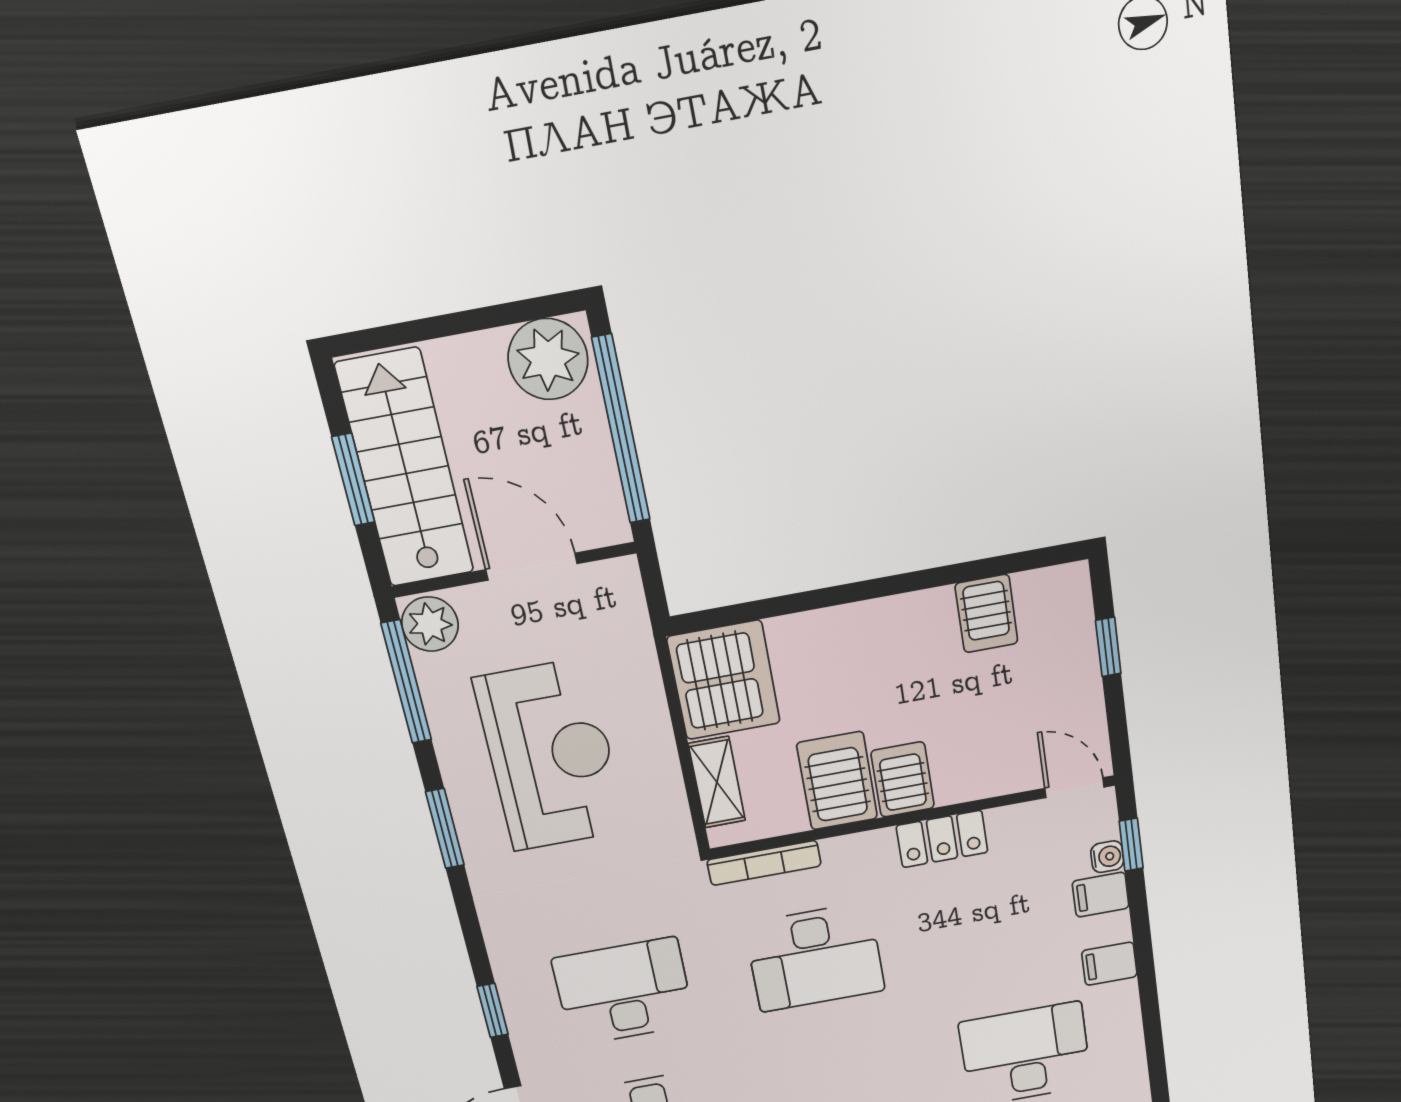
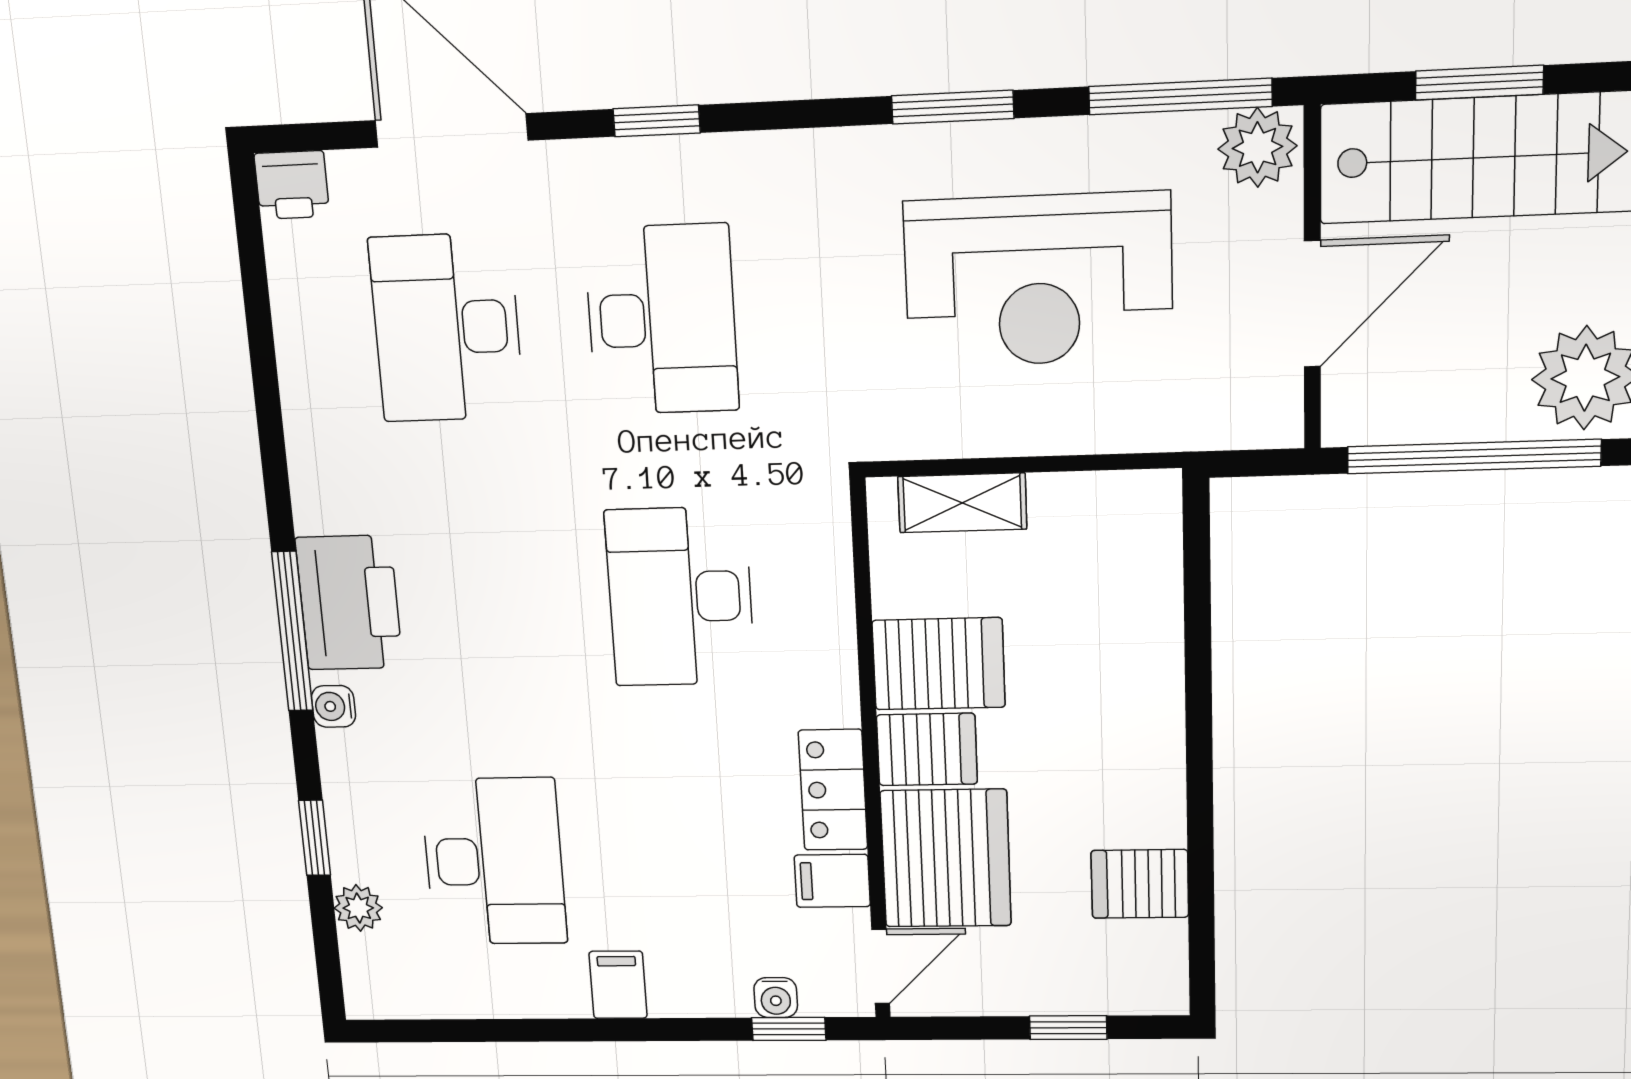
server rack: (724, 680) -> (946, 858), moved, turned -90
bookcase: (764, 863) -> (833, 548), removed
filing cabinet: (1101, 895) -> (832, 881), moved, turned -90

